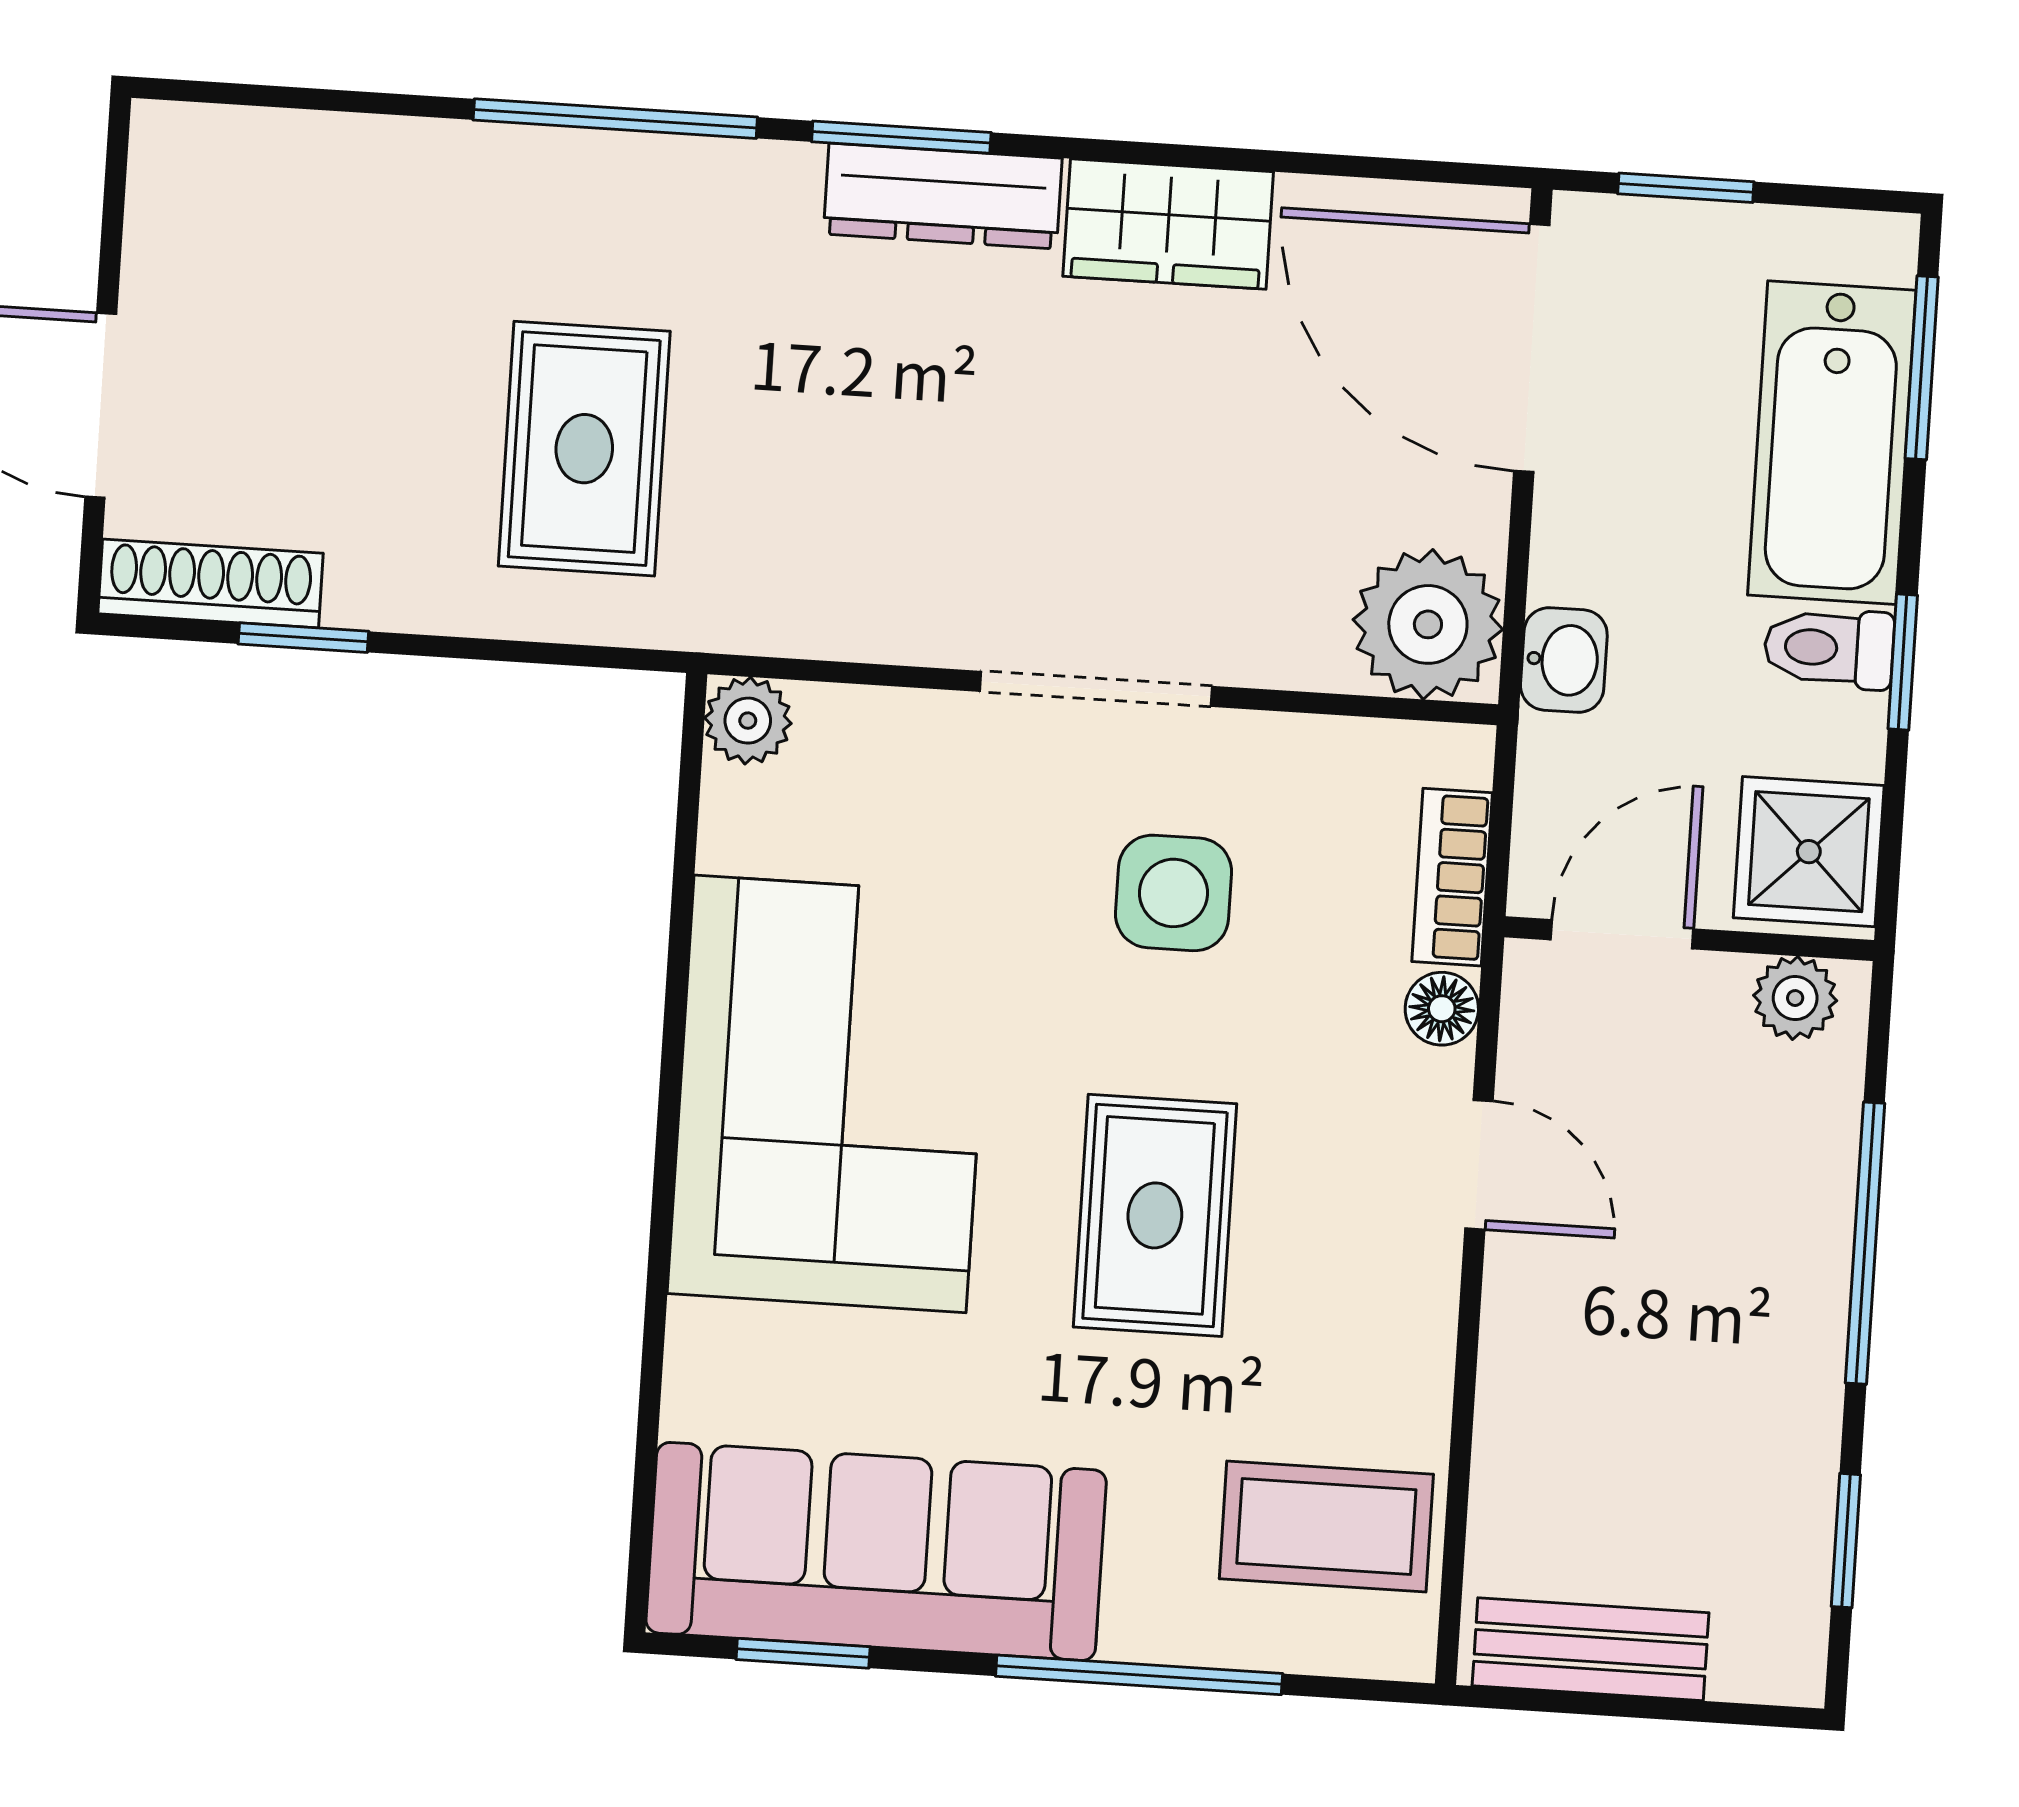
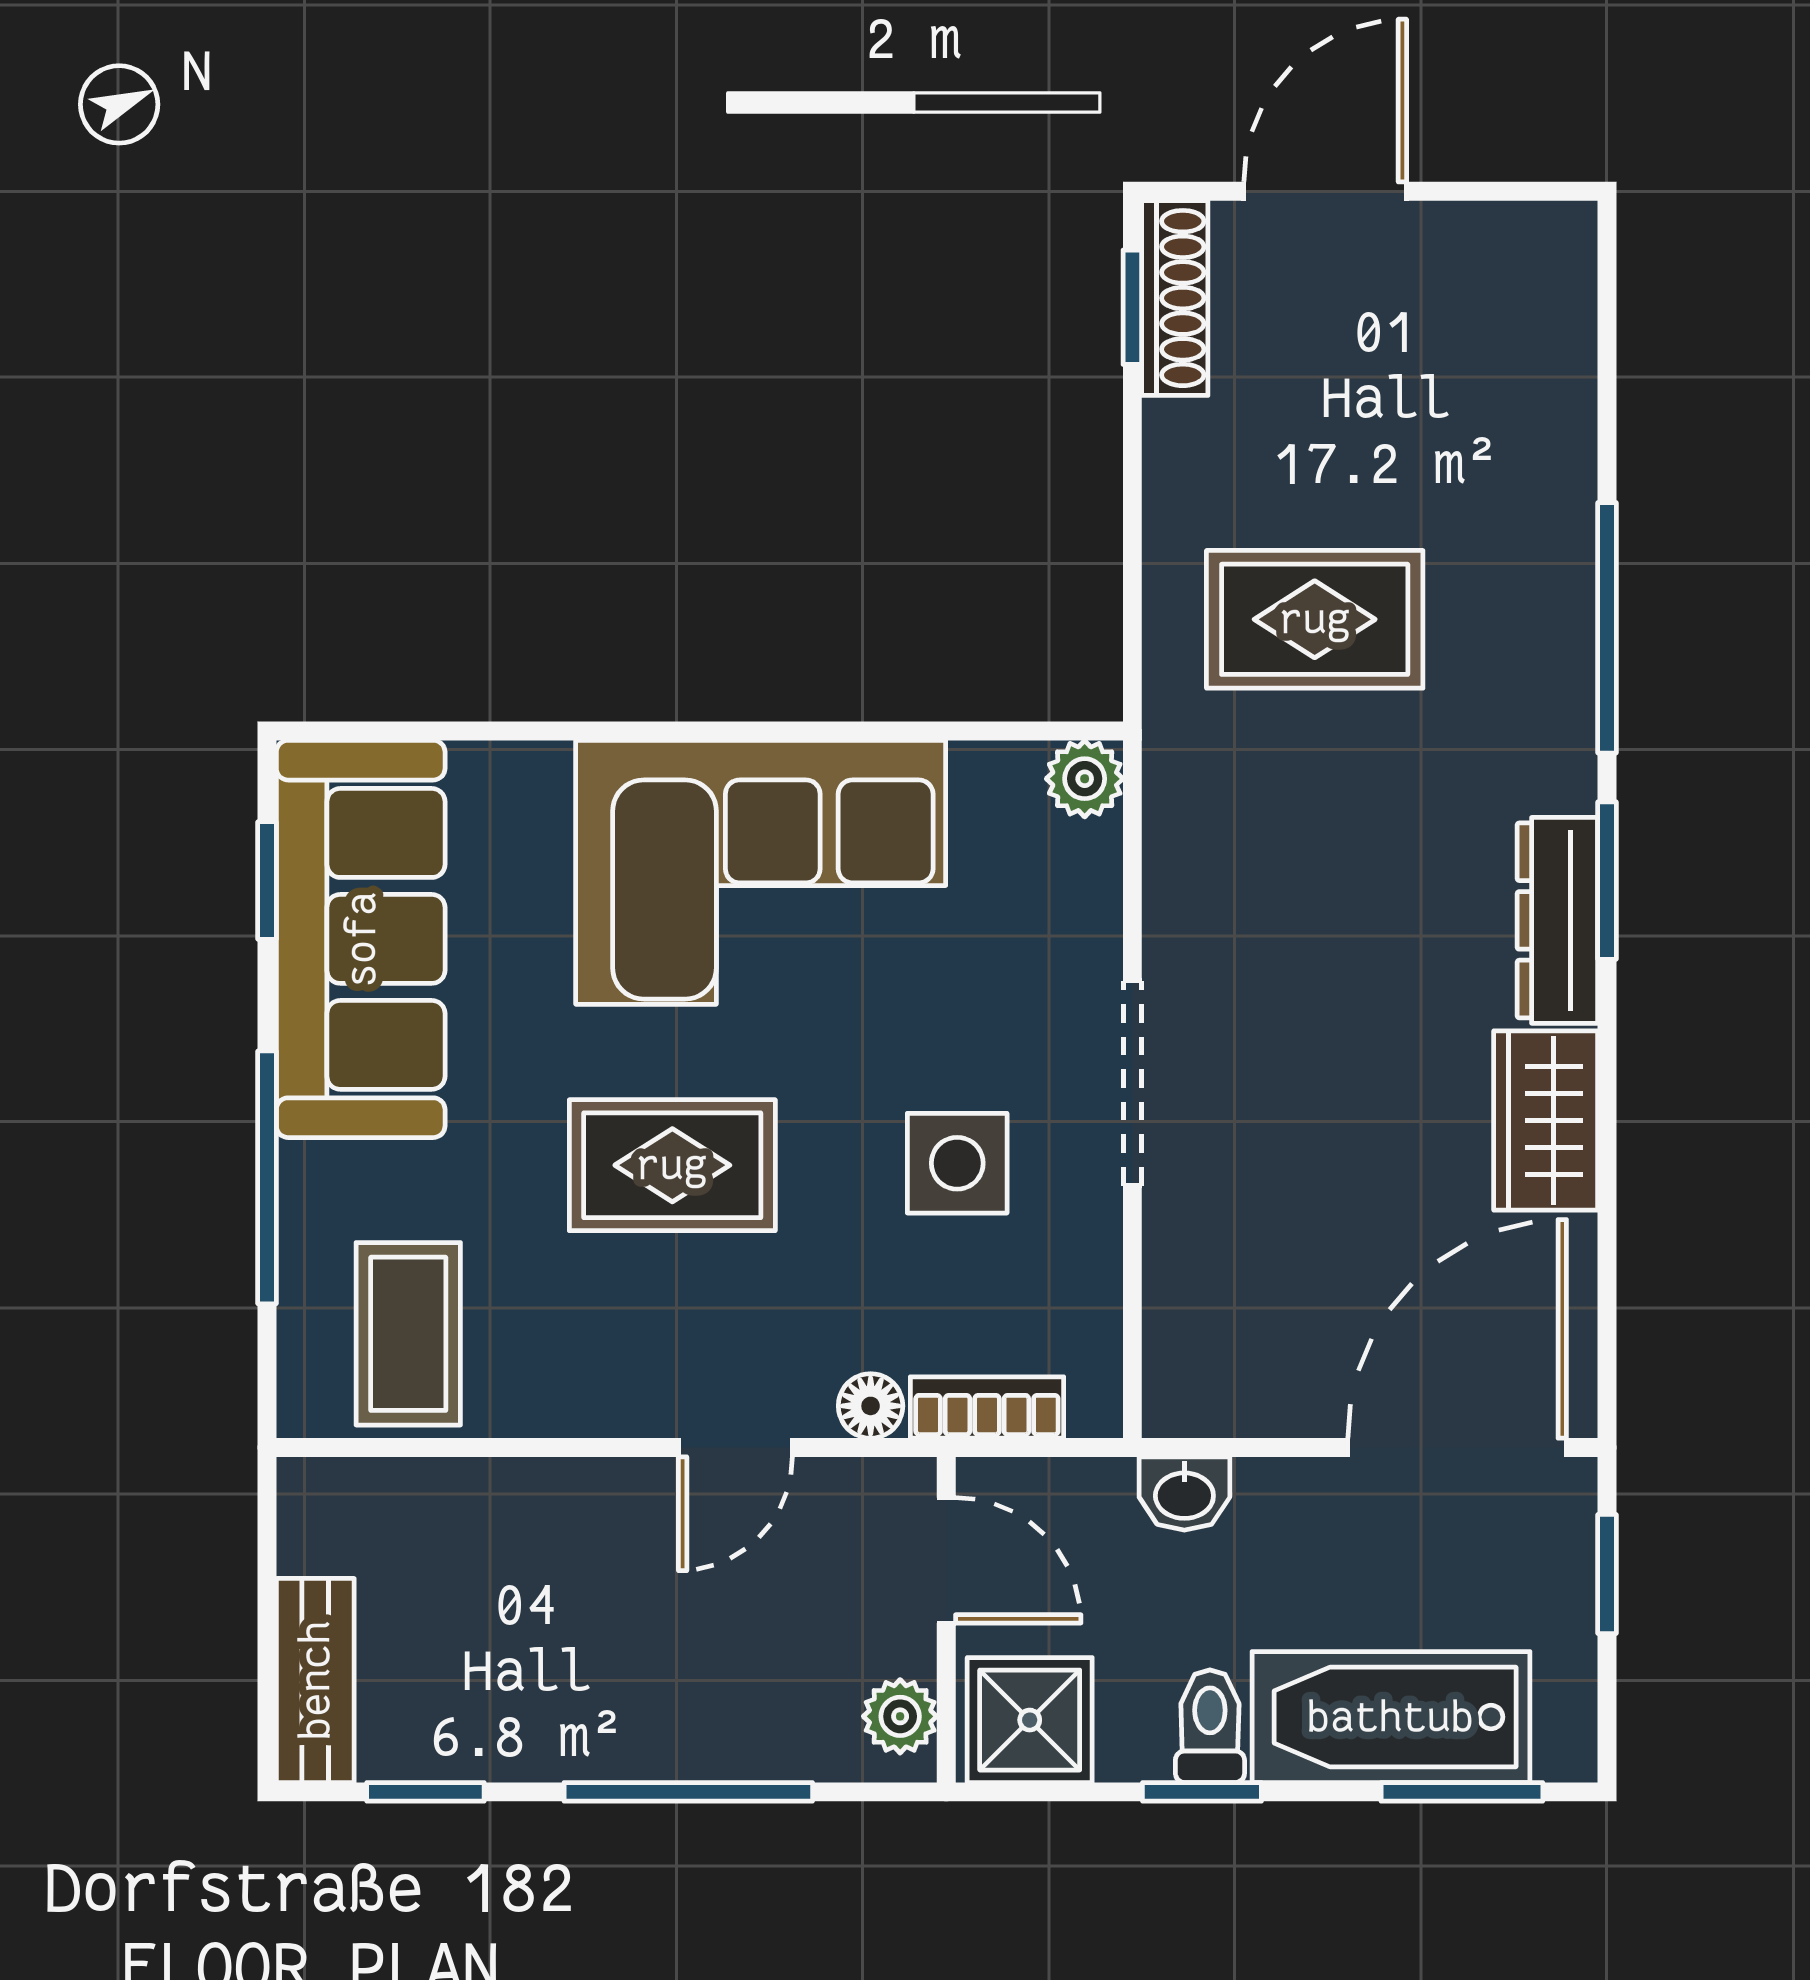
plant: (1428, 624) -> (1208, 1372), removed
window: (303, 638) -> (1132, 307), moved
bench: (1591, 1649) -> (315, 1680), moved

